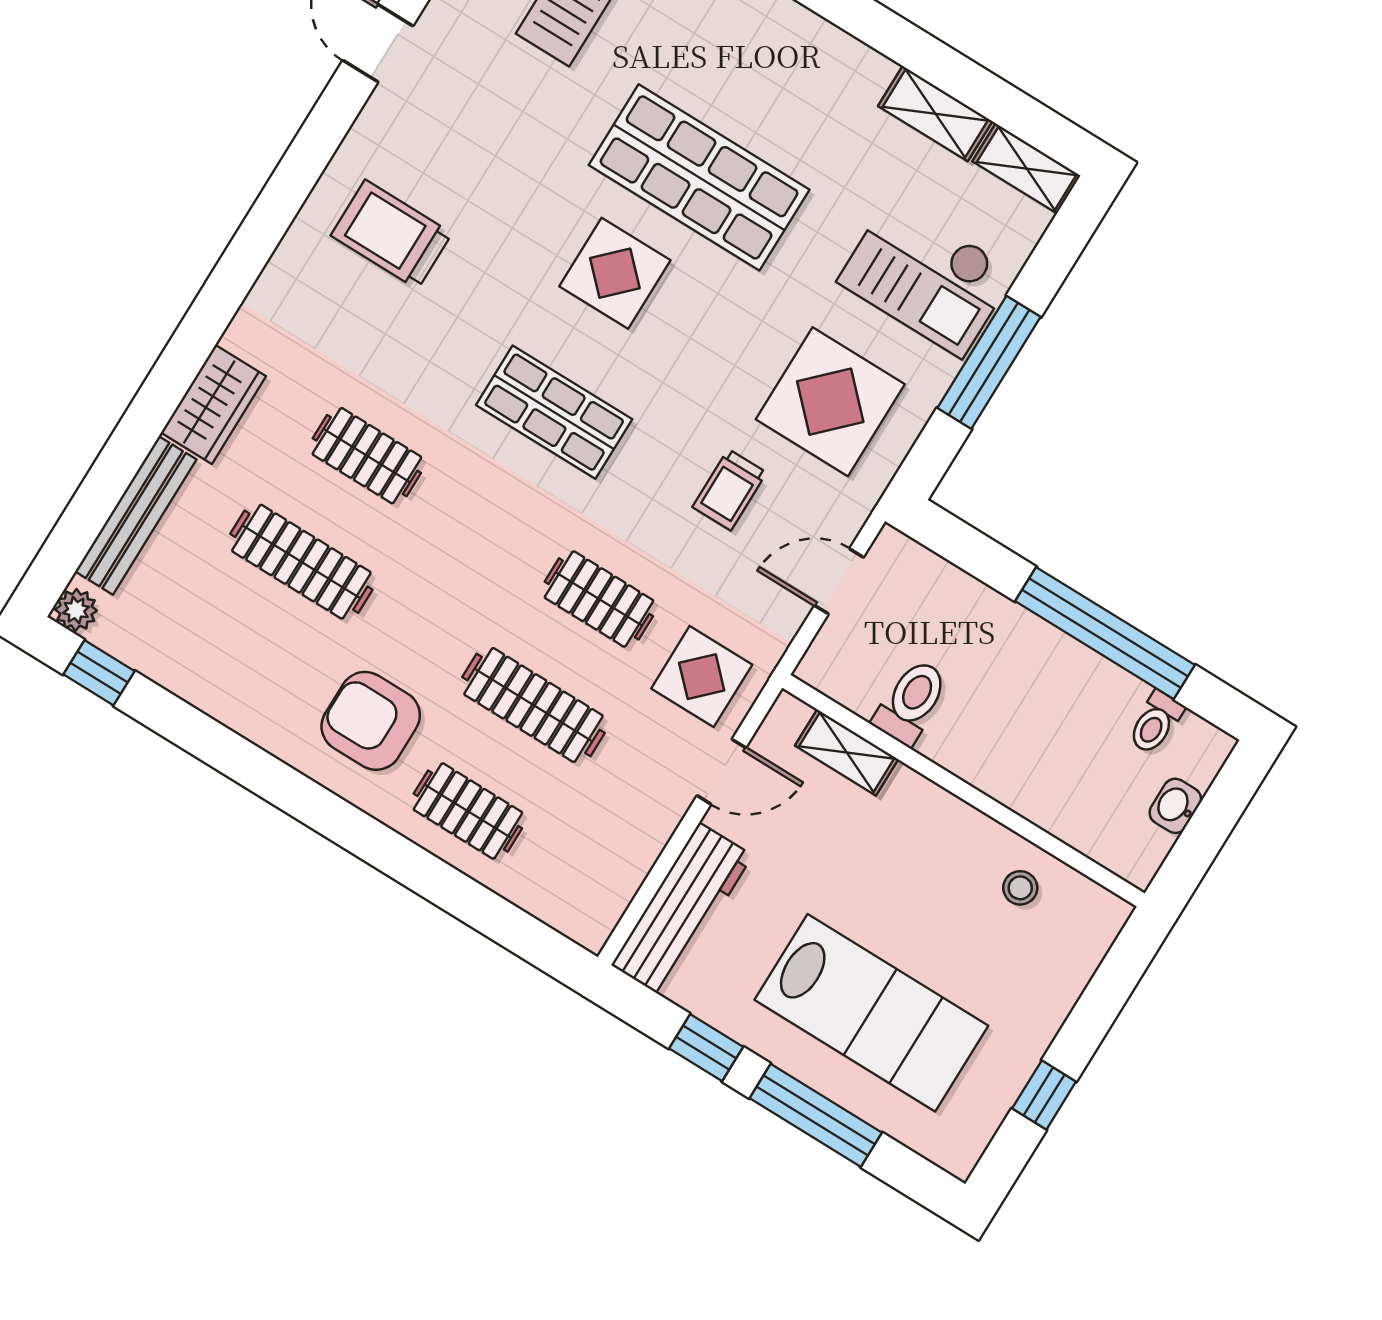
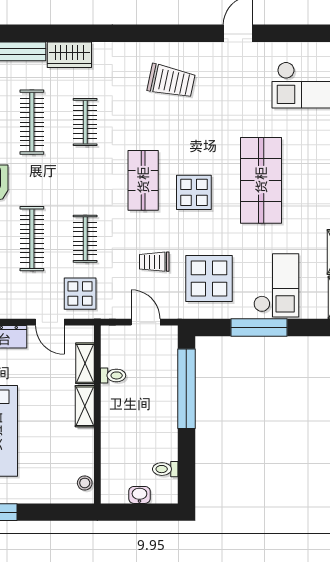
trolley: (391, 234) -> (171, 81), turned 102
display table: (615, 273) -> (194, 192), moved
checkout: (926, 276) -> (276, 285), turned 180
window: (1105, 633) -> (186, 389), moved
toilet: (911, 702) -> (113, 375), width x0.73, depth x0.72
shelving: (932, 806) -> (85, 406), added
stool: (1020, 888) -> (85, 483), moved

